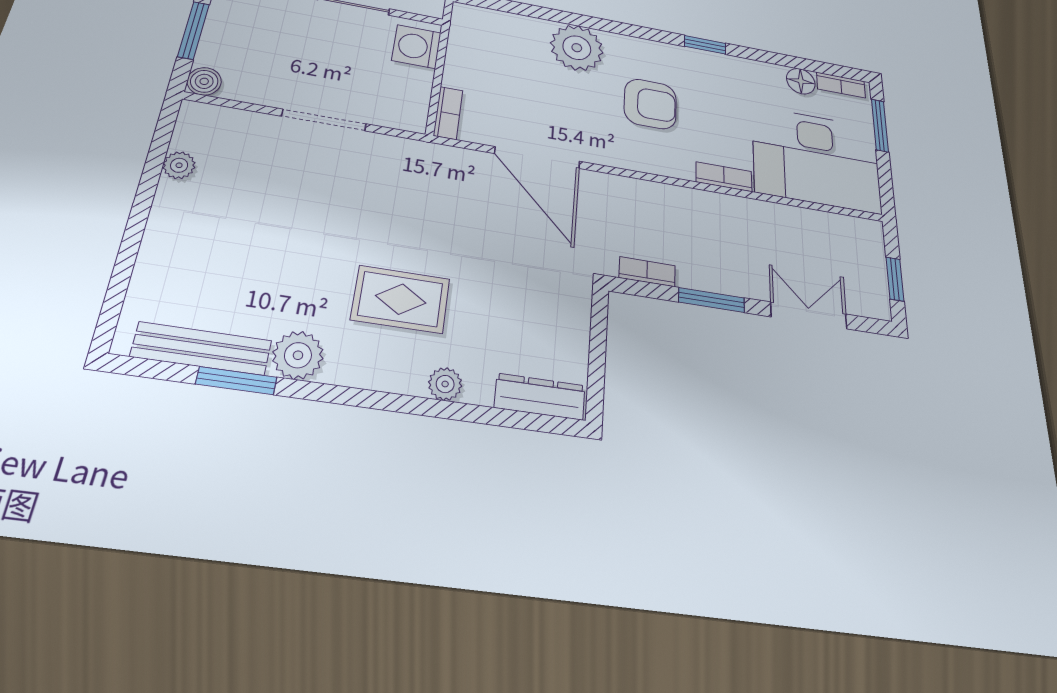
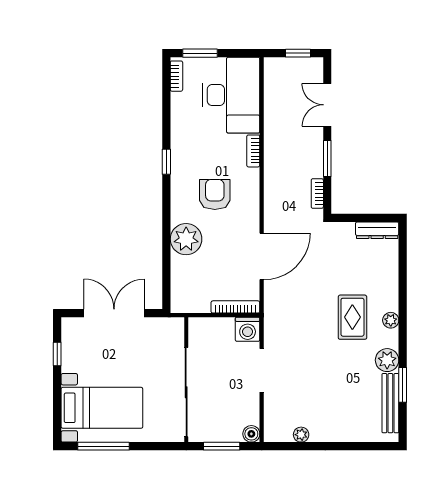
washing machine: (416, 47) -> (248, 329), moved
floor lamp: (801, 81) -> (179, 102), removed
bookcase: (448, 113) -> (235, 307), width x1.56
plant: (445, 384) -> (391, 320), moved
dresser: (540, 397) -> (377, 230), moved, turned -90

